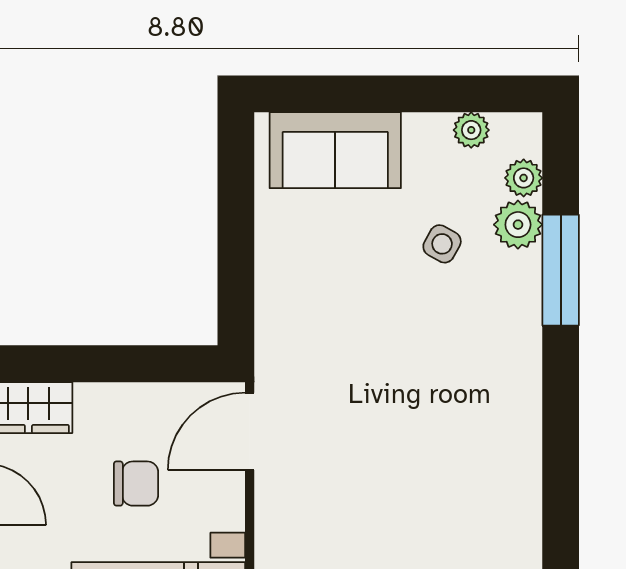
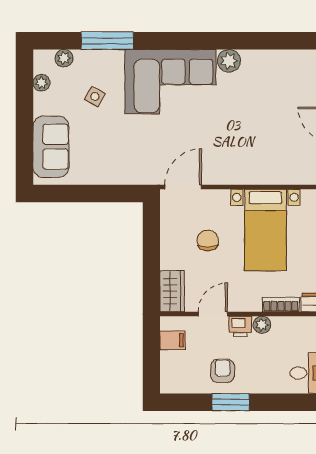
plant: (518, 225) -> (229, 61), moved
corner sofa: (473, 404) -> (170, 82), added
door: (250, 431) -> (183, 187), swing flipped

